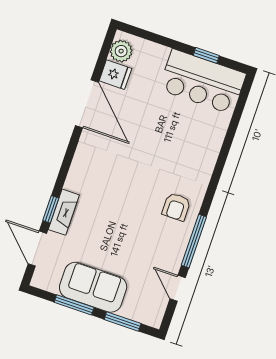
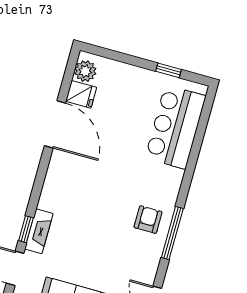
bar counter: (202, 82) -> (175, 127), moved, turned 90
armchair: (176, 207) -> (148, 220), turned 180
window: (194, 241) -> (172, 233), moved

